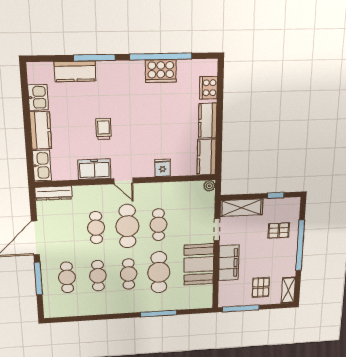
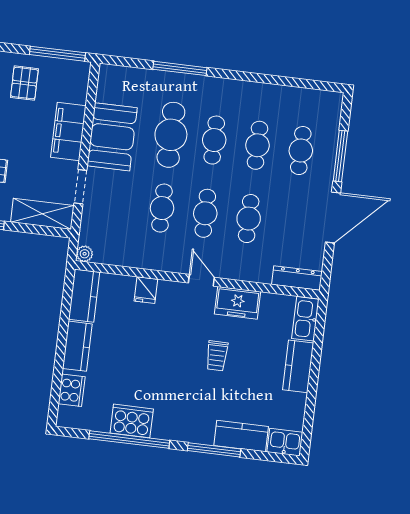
kitchen sink: (38, 97) -> (285, 442), moved, turned 90
cafe table: (127, 226) -> (205, 213), width x0.73, depth x0.74

